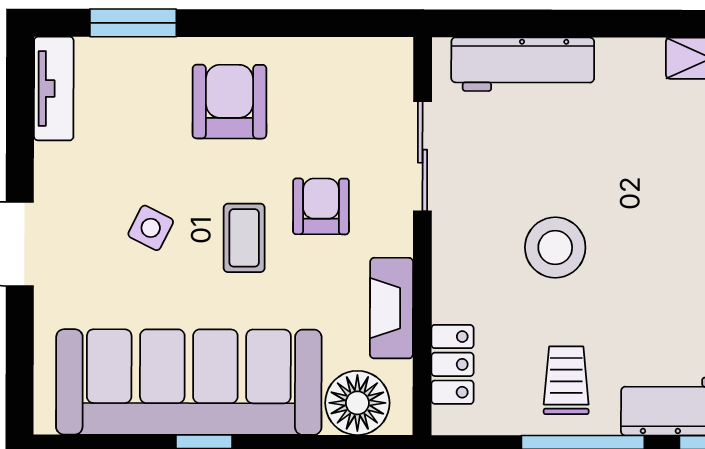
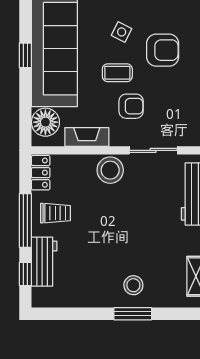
armchair: (229, 102) -> (163, 50), moved
stool: (555, 248) -> (110, 170), moved
locker: (452, 364) -> (41, 173), moved, turned -90

